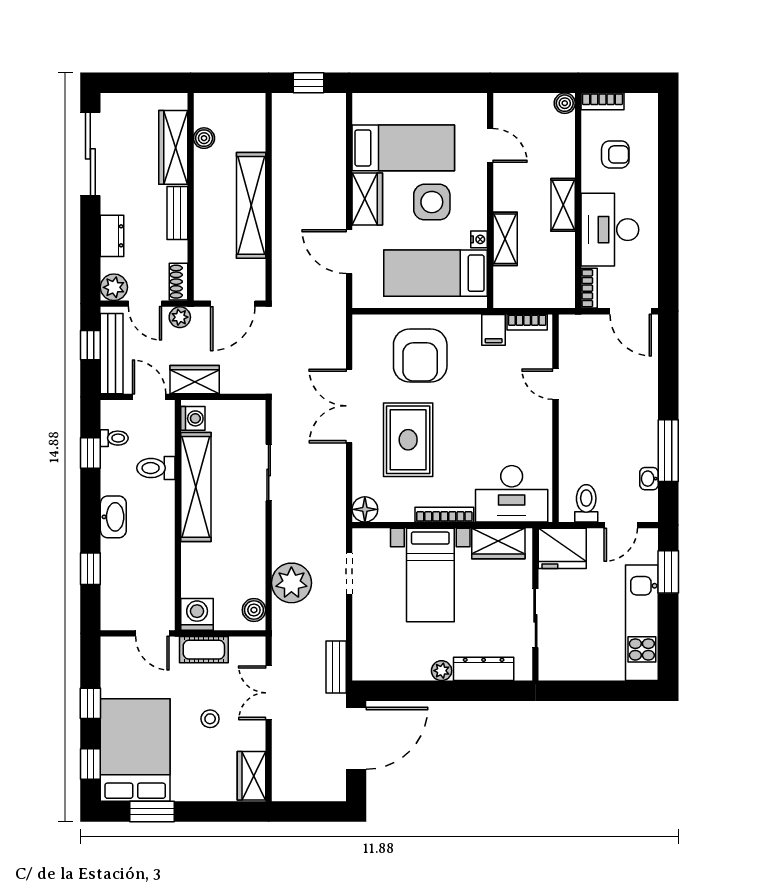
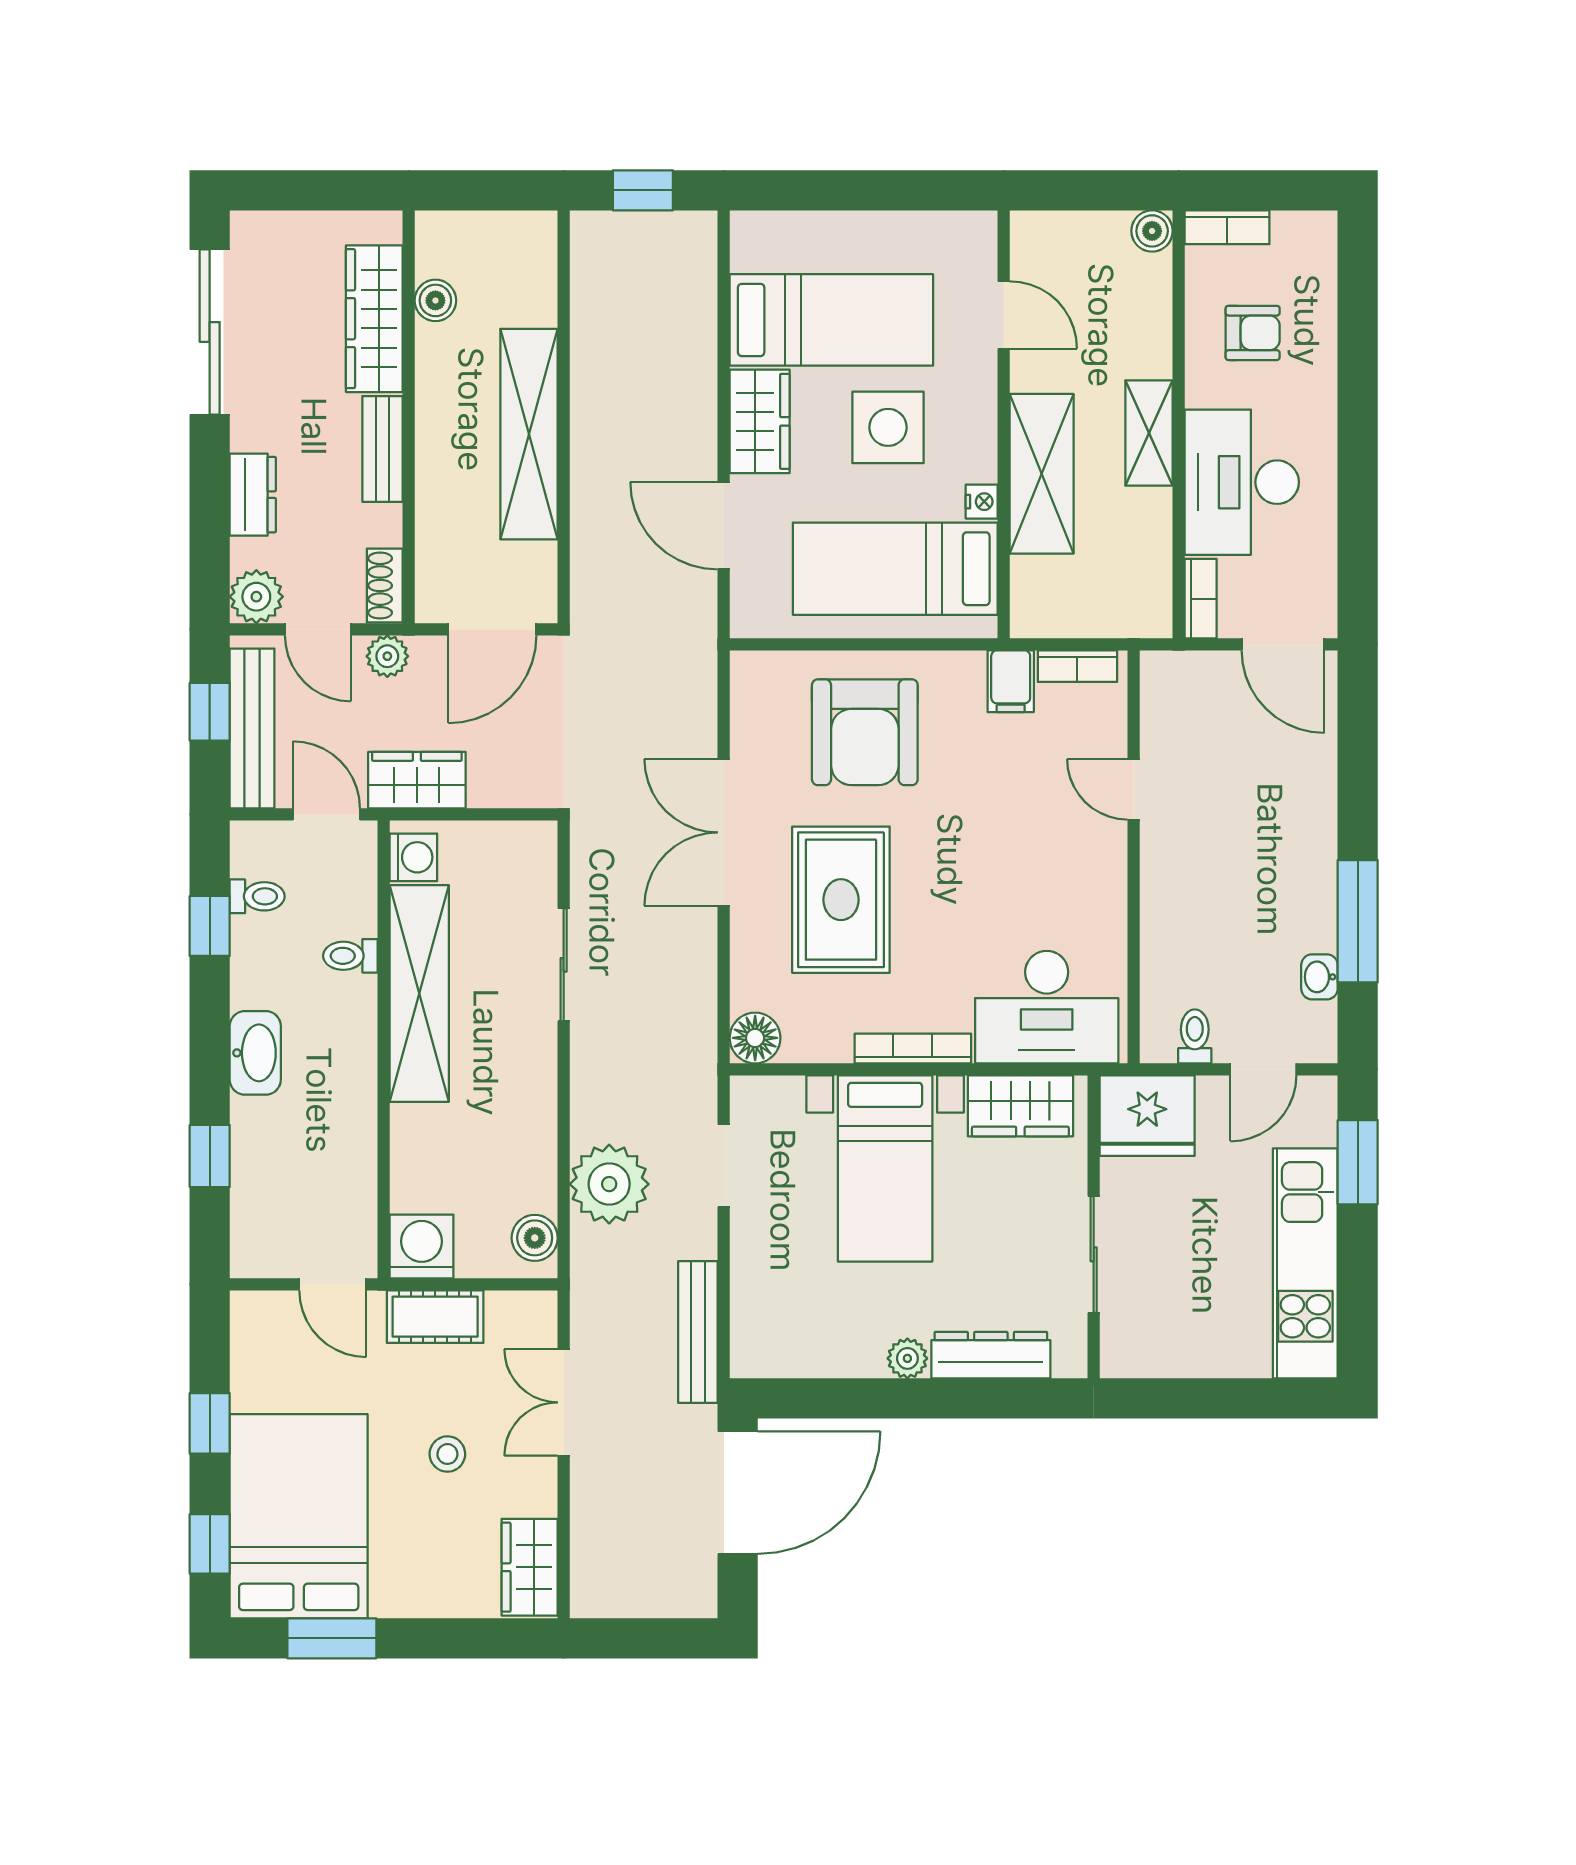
shelving: (505, 239) -> (1042, 474), width x1.50, depth x1.33
toilet: (156, 468) -> (350, 956), width x0.73, depth x0.72
toilet: (586, 503) -> (1195, 1036), width x0.73, depth x0.72
bench: (336, 667) -> (698, 1332), width x1.36

